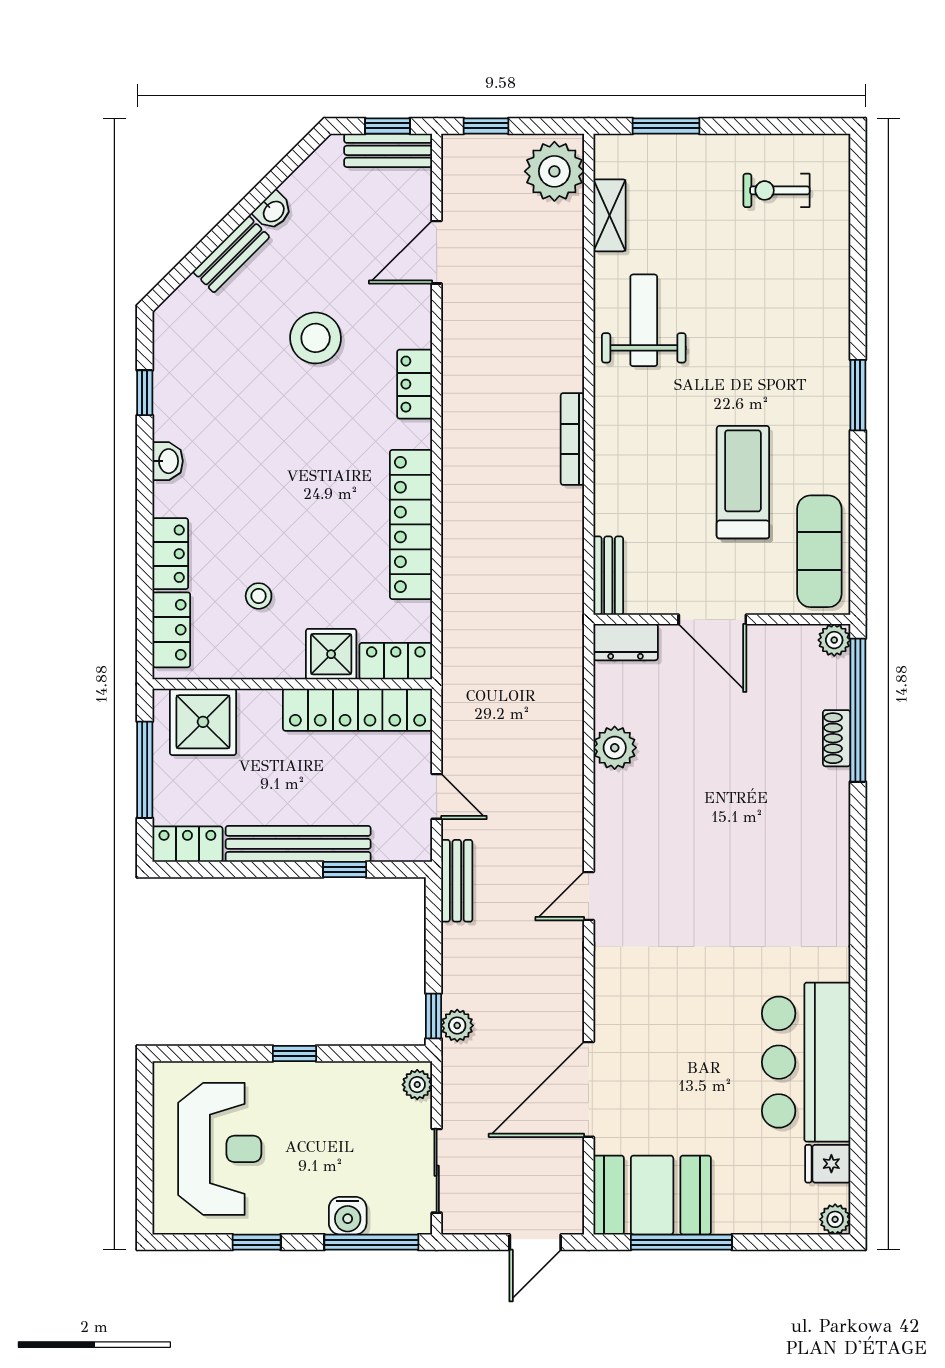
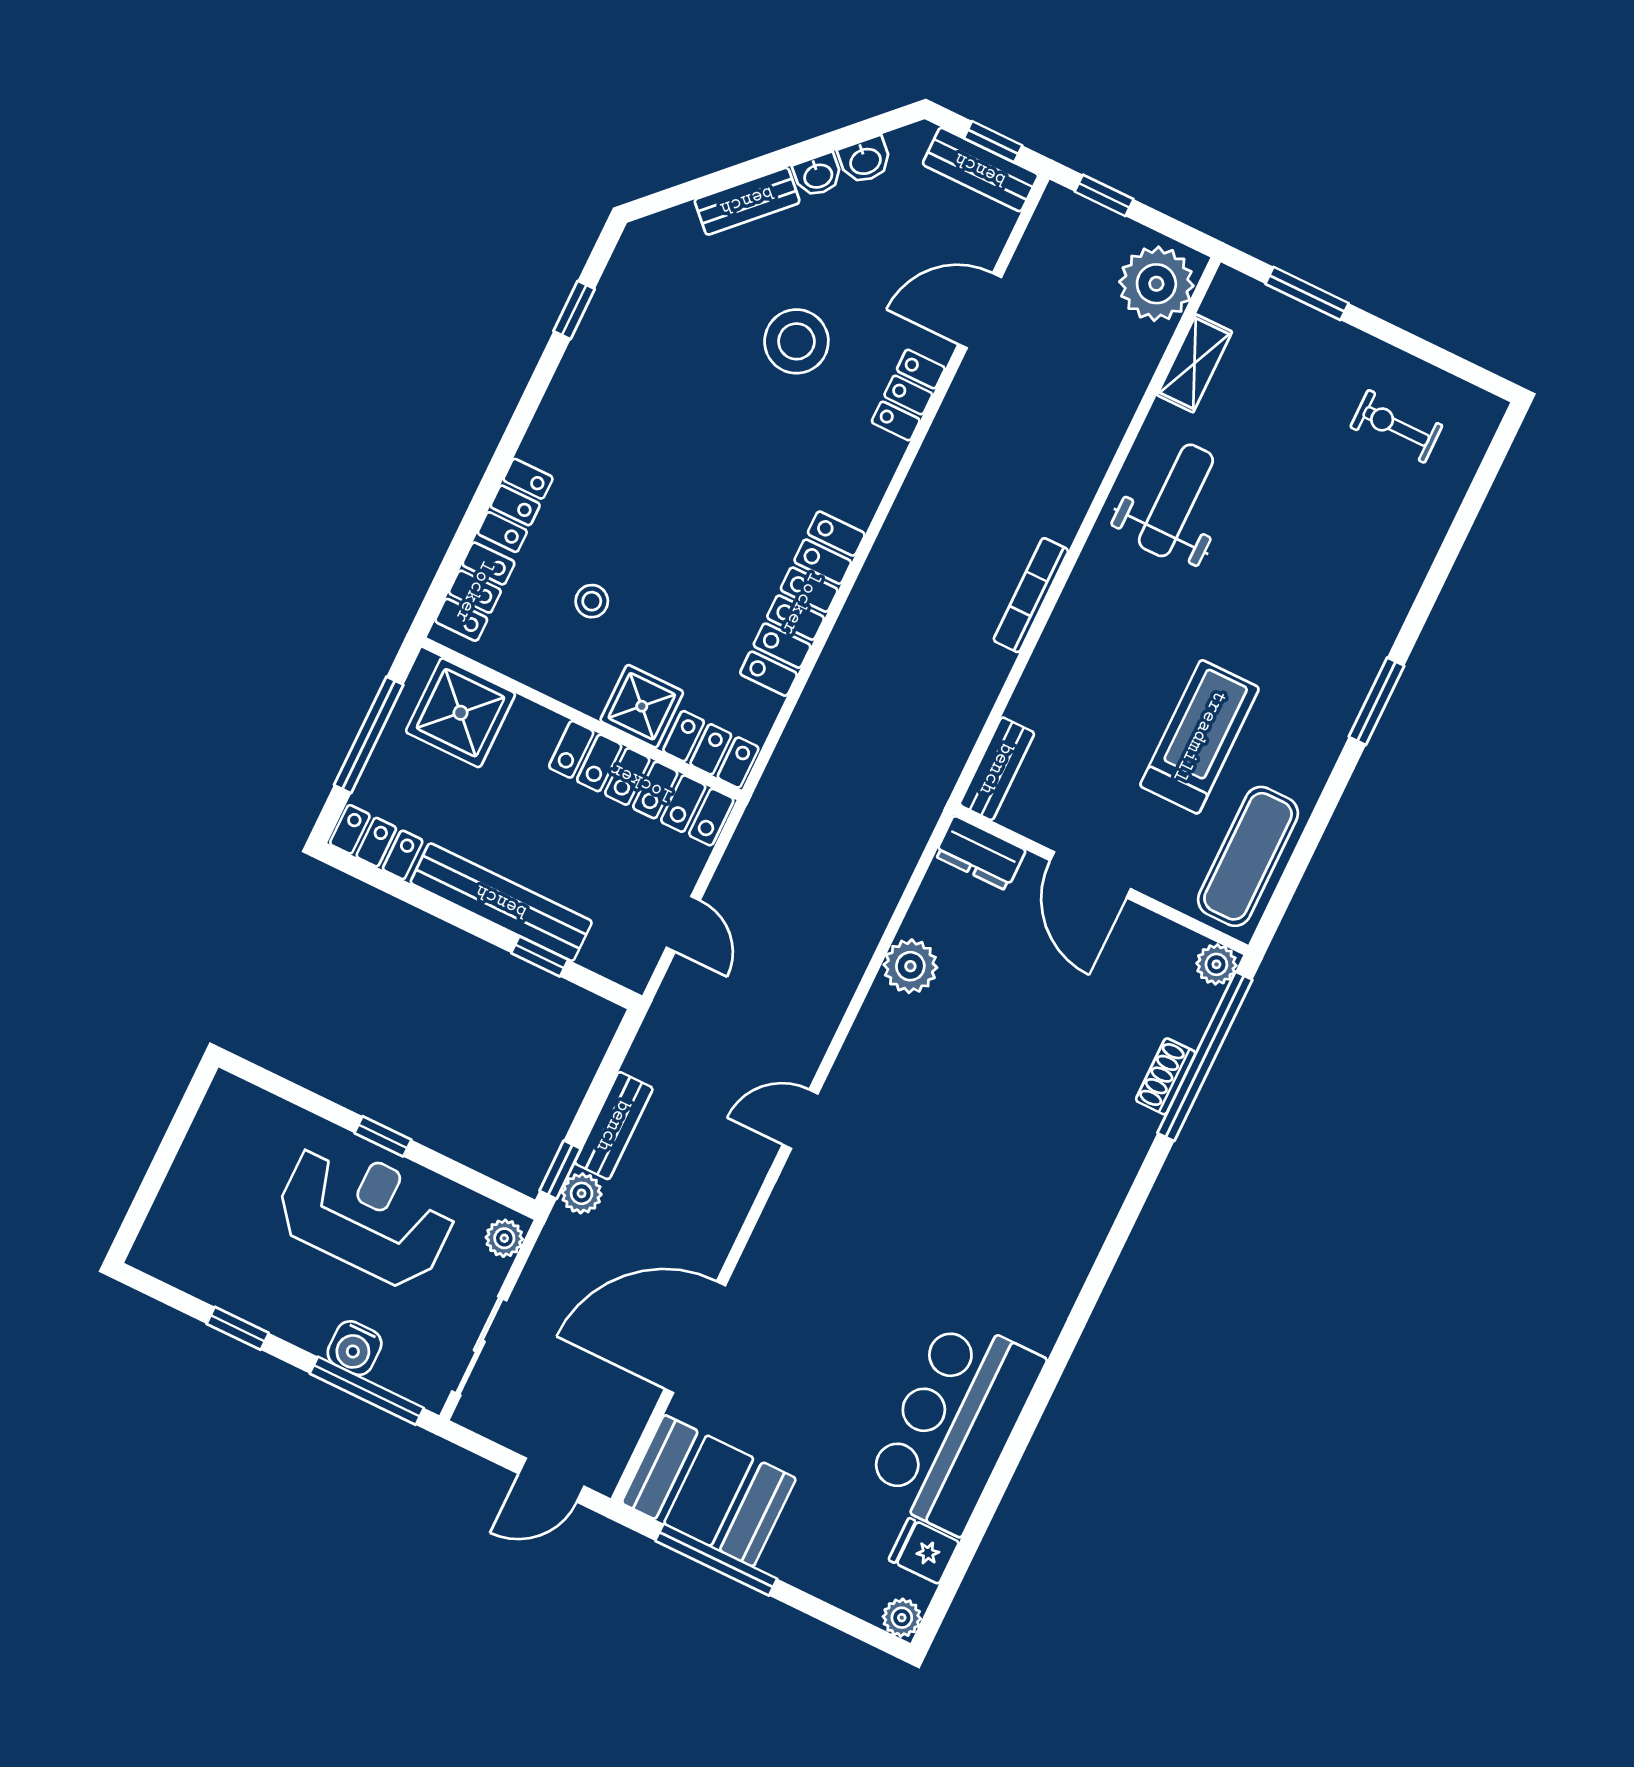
locker: (415, 384) -> (908, 395), moved
washbasin: (168, 461) -> (865, 160), moved, turned 45
bench: (457, 881) -> (614, 1126), moved
reception desk: (220, 1149) -> (366, 1214), moved, turned -90

